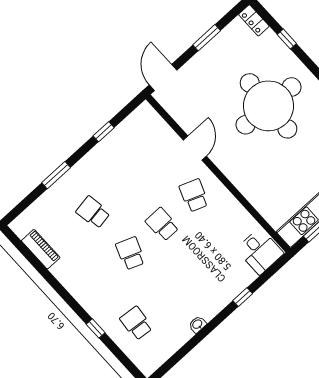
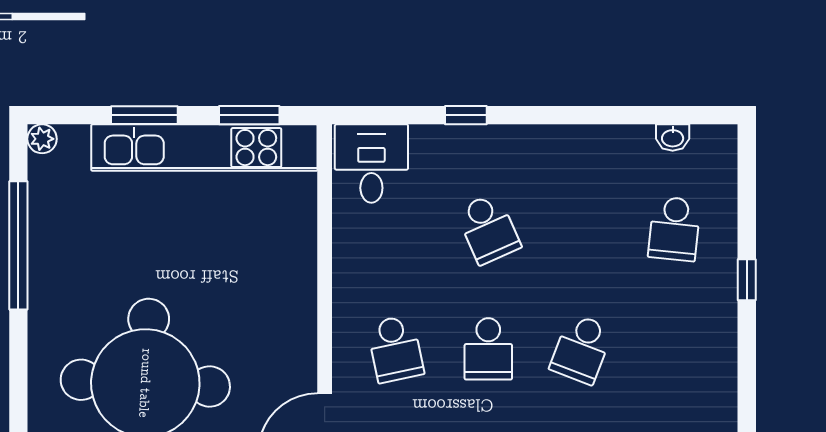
school desk: (194, 195) -> (395, 349), turned -33
school desk: (200, 265) -> (488, 229), added
washbasin: (197, 324) -> (673, 138), moved

